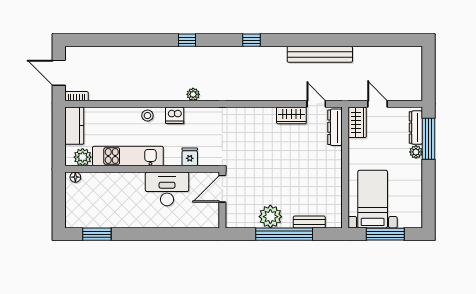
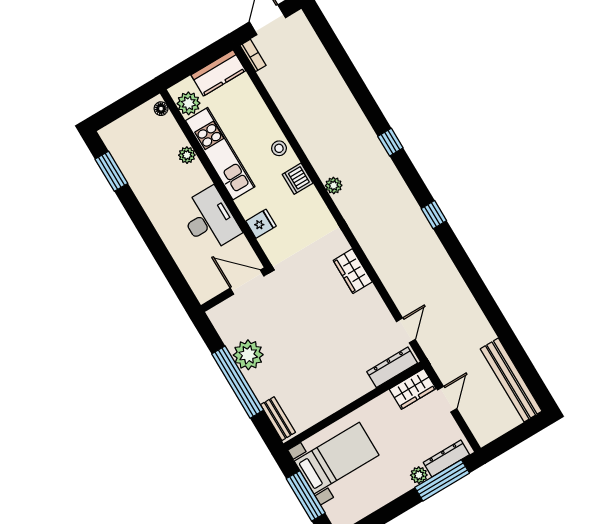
bench: (320, 54) -> (511, 380), moved
wardrobe: (291, 115) -> (353, 271), moved
plant: (116, 178) -> (187, 155), added
bench: (309, 222) -> (278, 419), moved

